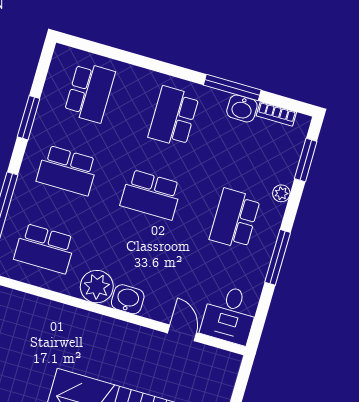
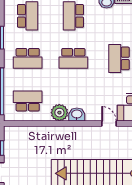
school desk: (45, 248) -> (28, 101), turned 180

